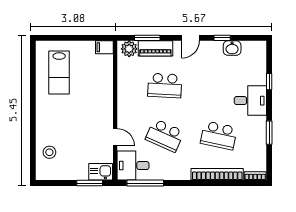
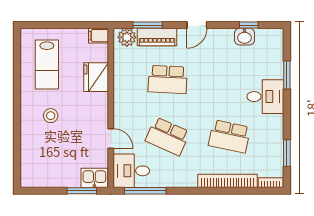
window: (222, 38) -> (249, 25), moved
window: (269, 82) -> (287, 75), width x1.50
fridge: (102, 84) -> (96, 77), added
window: (269, 133) -> (287, 153), moved
stool: (49, 152) -> (51, 116), moved

